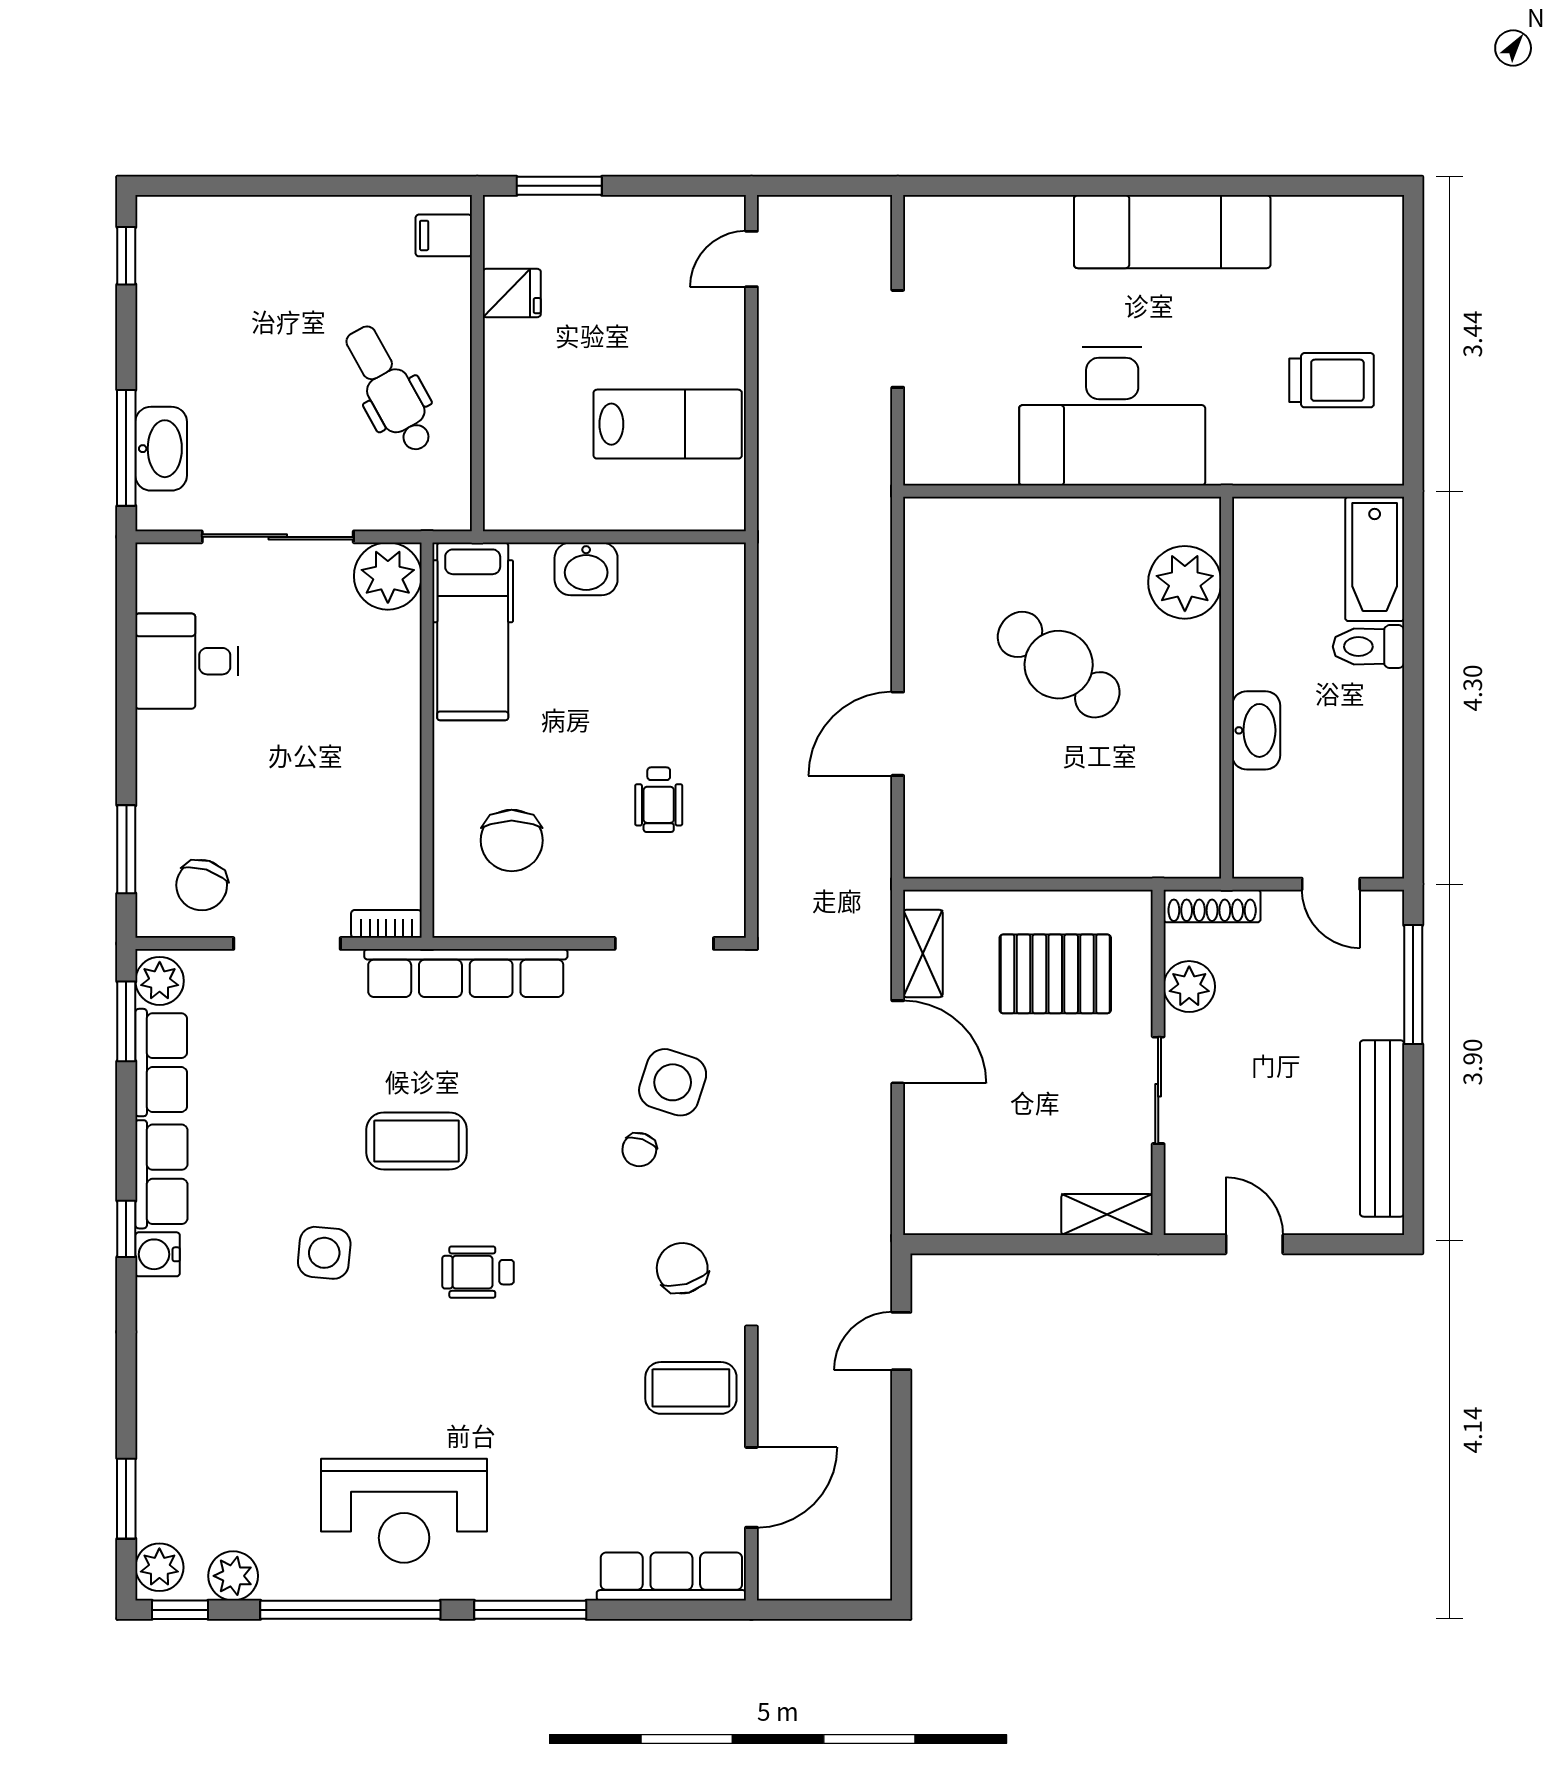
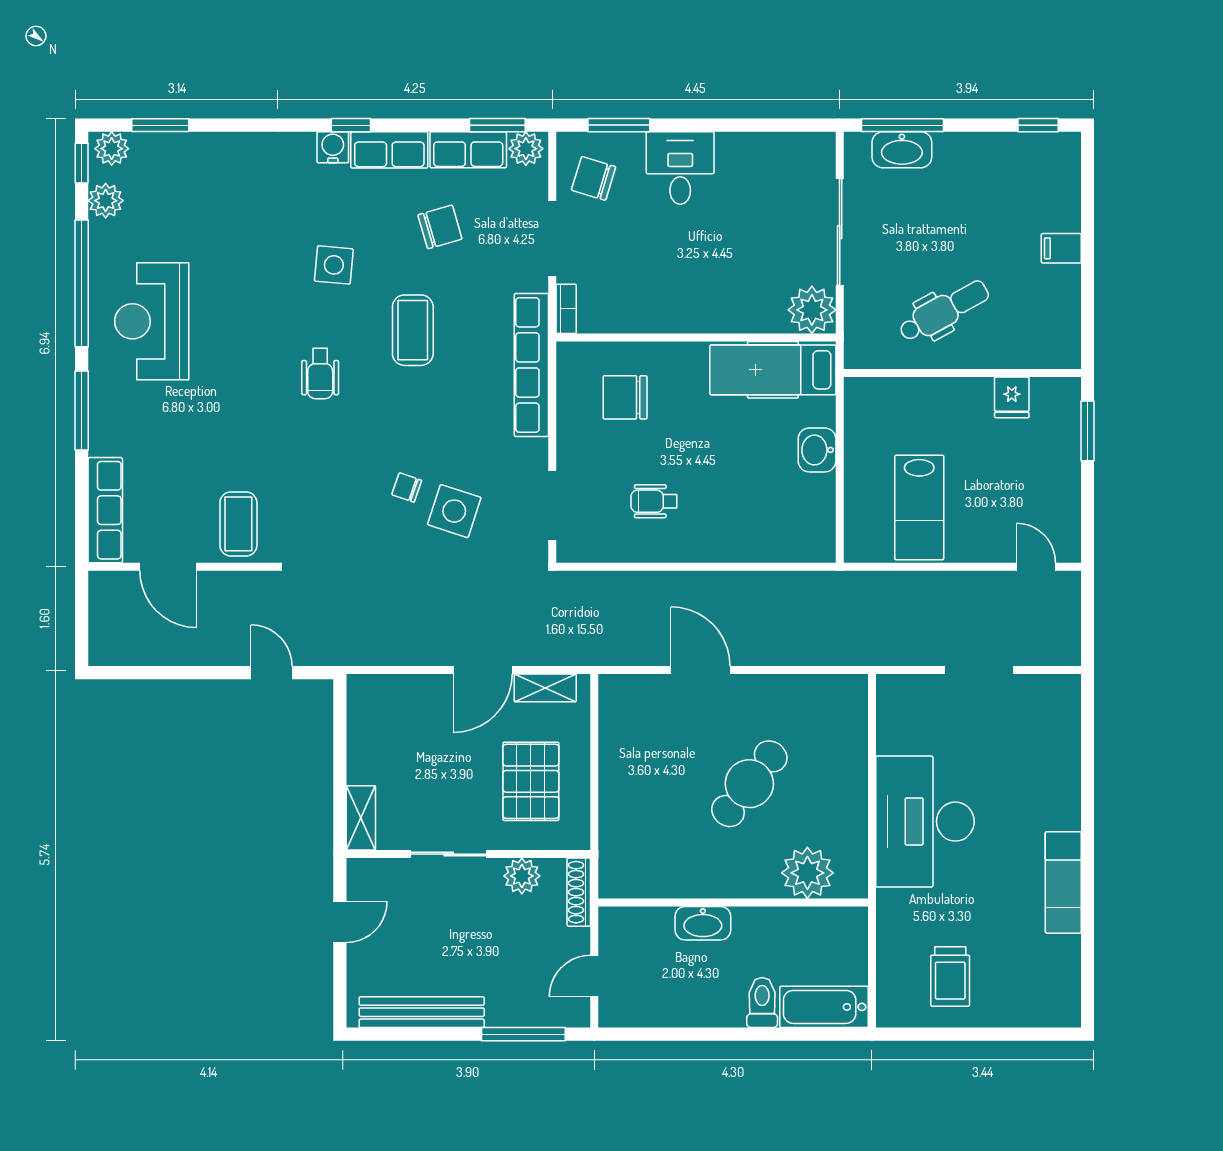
exam couch: (1172, 232) -> (1063, 882), width x0.73, depth x0.69
filing cabinet: (444, 235) -> (1061, 248), moved, turned -90
desk: (187, 661) -> (680, 168), moved
chair: (682, 1268) -> (440, 227), moved
wheelchair: (478, 1272) -> (320, 374), turned 180

